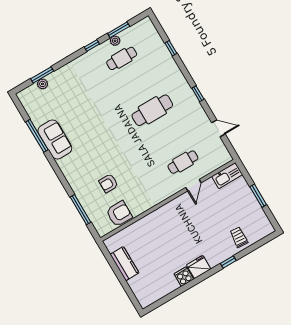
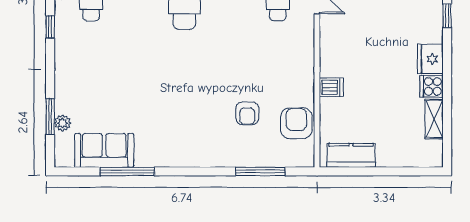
sofa: (55, 139) -> (104, 150), moved
dishwasher: (151, 221) -> (331, 87), added
kitchen counter: (125, 264) -> (351, 155), moved
shelving: (167, 289) -> (434, 119), added

